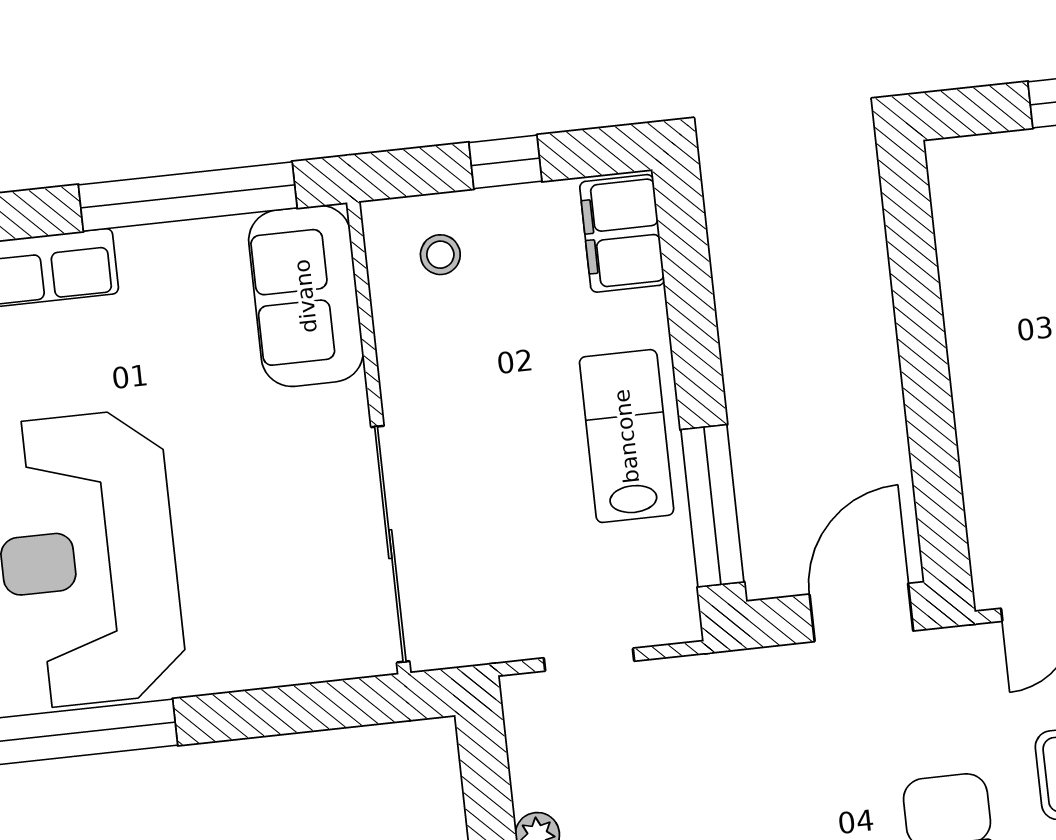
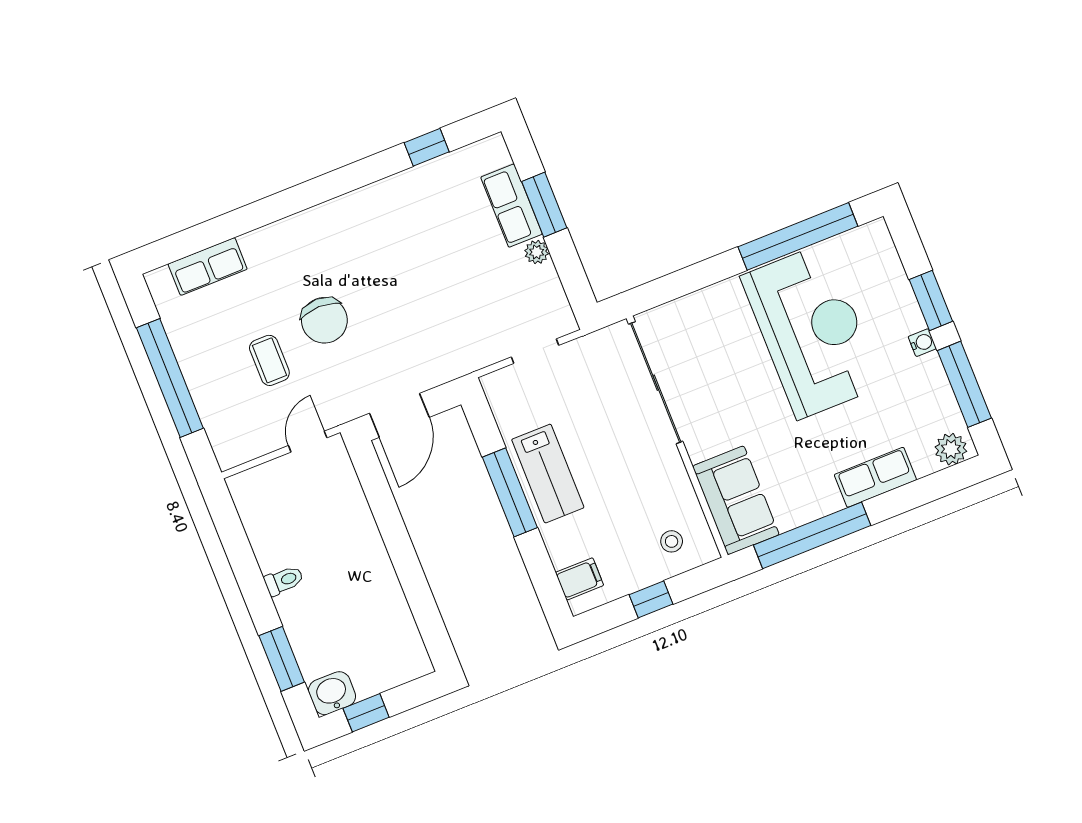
filing cabinet: (622, 233) -> (580, 579), width x0.50
window: (712, 506) -> (510, 492), moved

